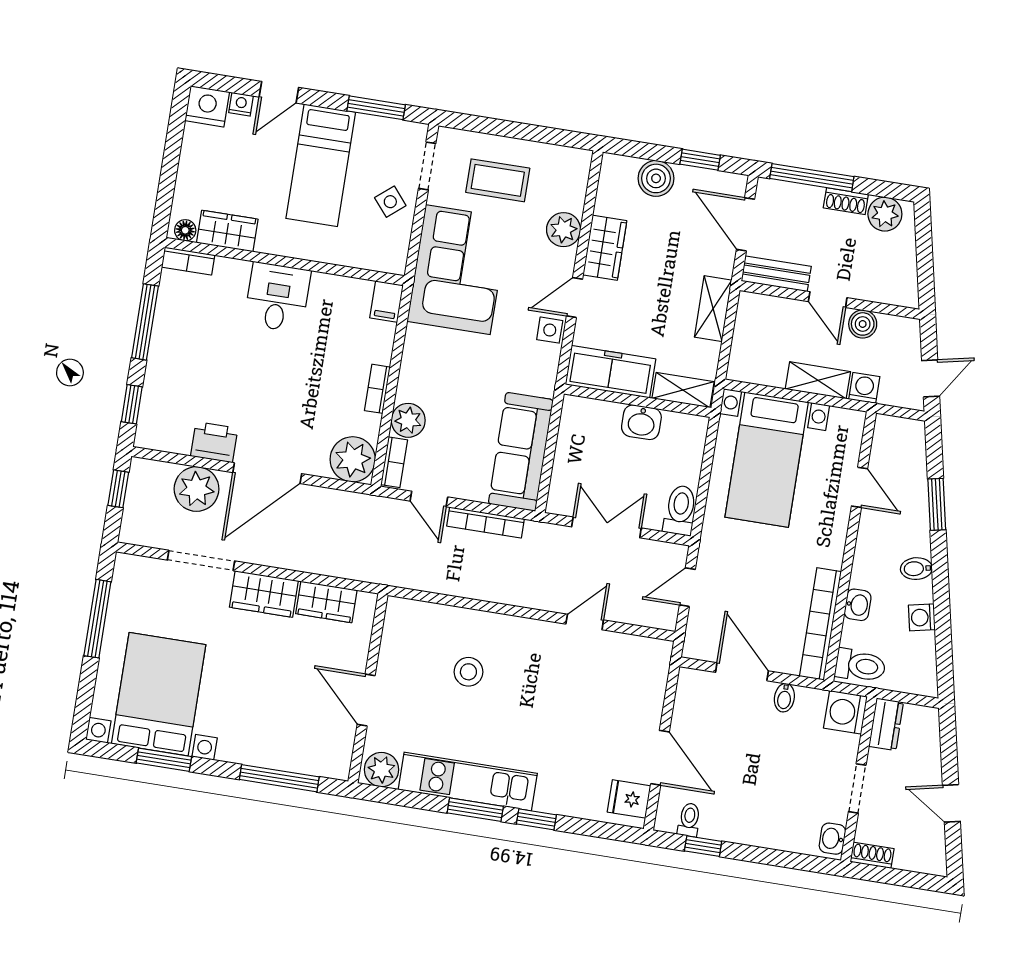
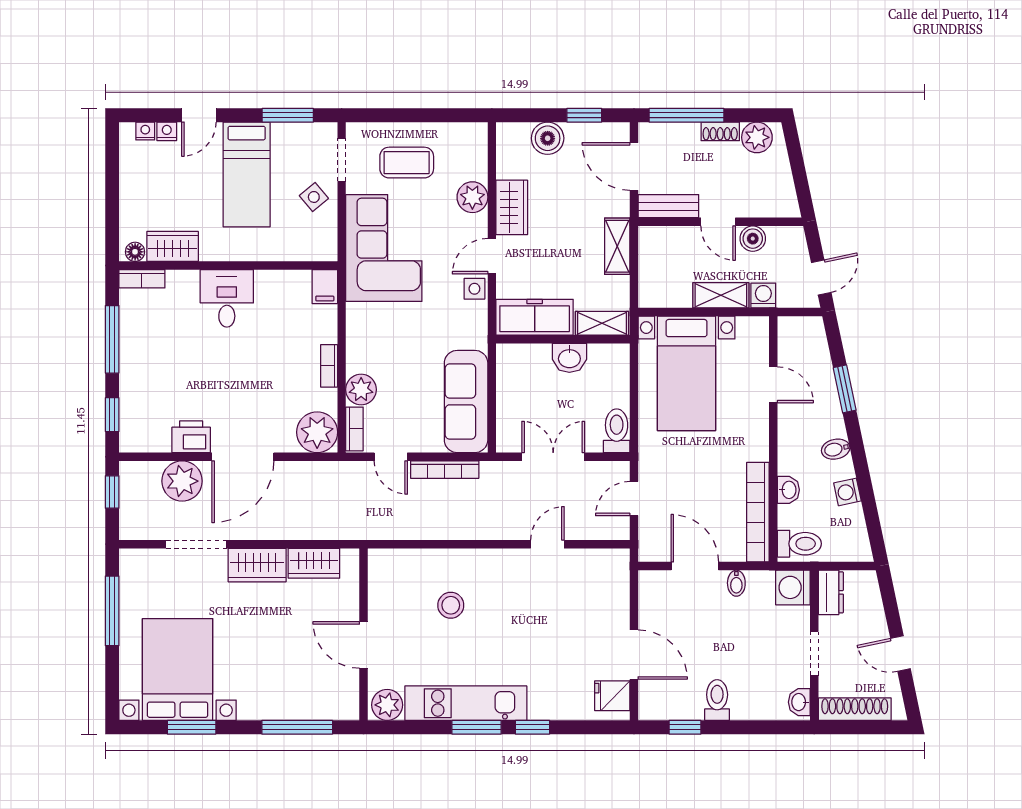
nightstand: (207, 106) -> (145, 131), width x0.53, depth x0.56
toilet: (689, 820) -> (717, 700), moved, width x1.37, depth x1.39
shoe rack: (872, 855) -> (855, 709), width x1.94, depth x1.24

